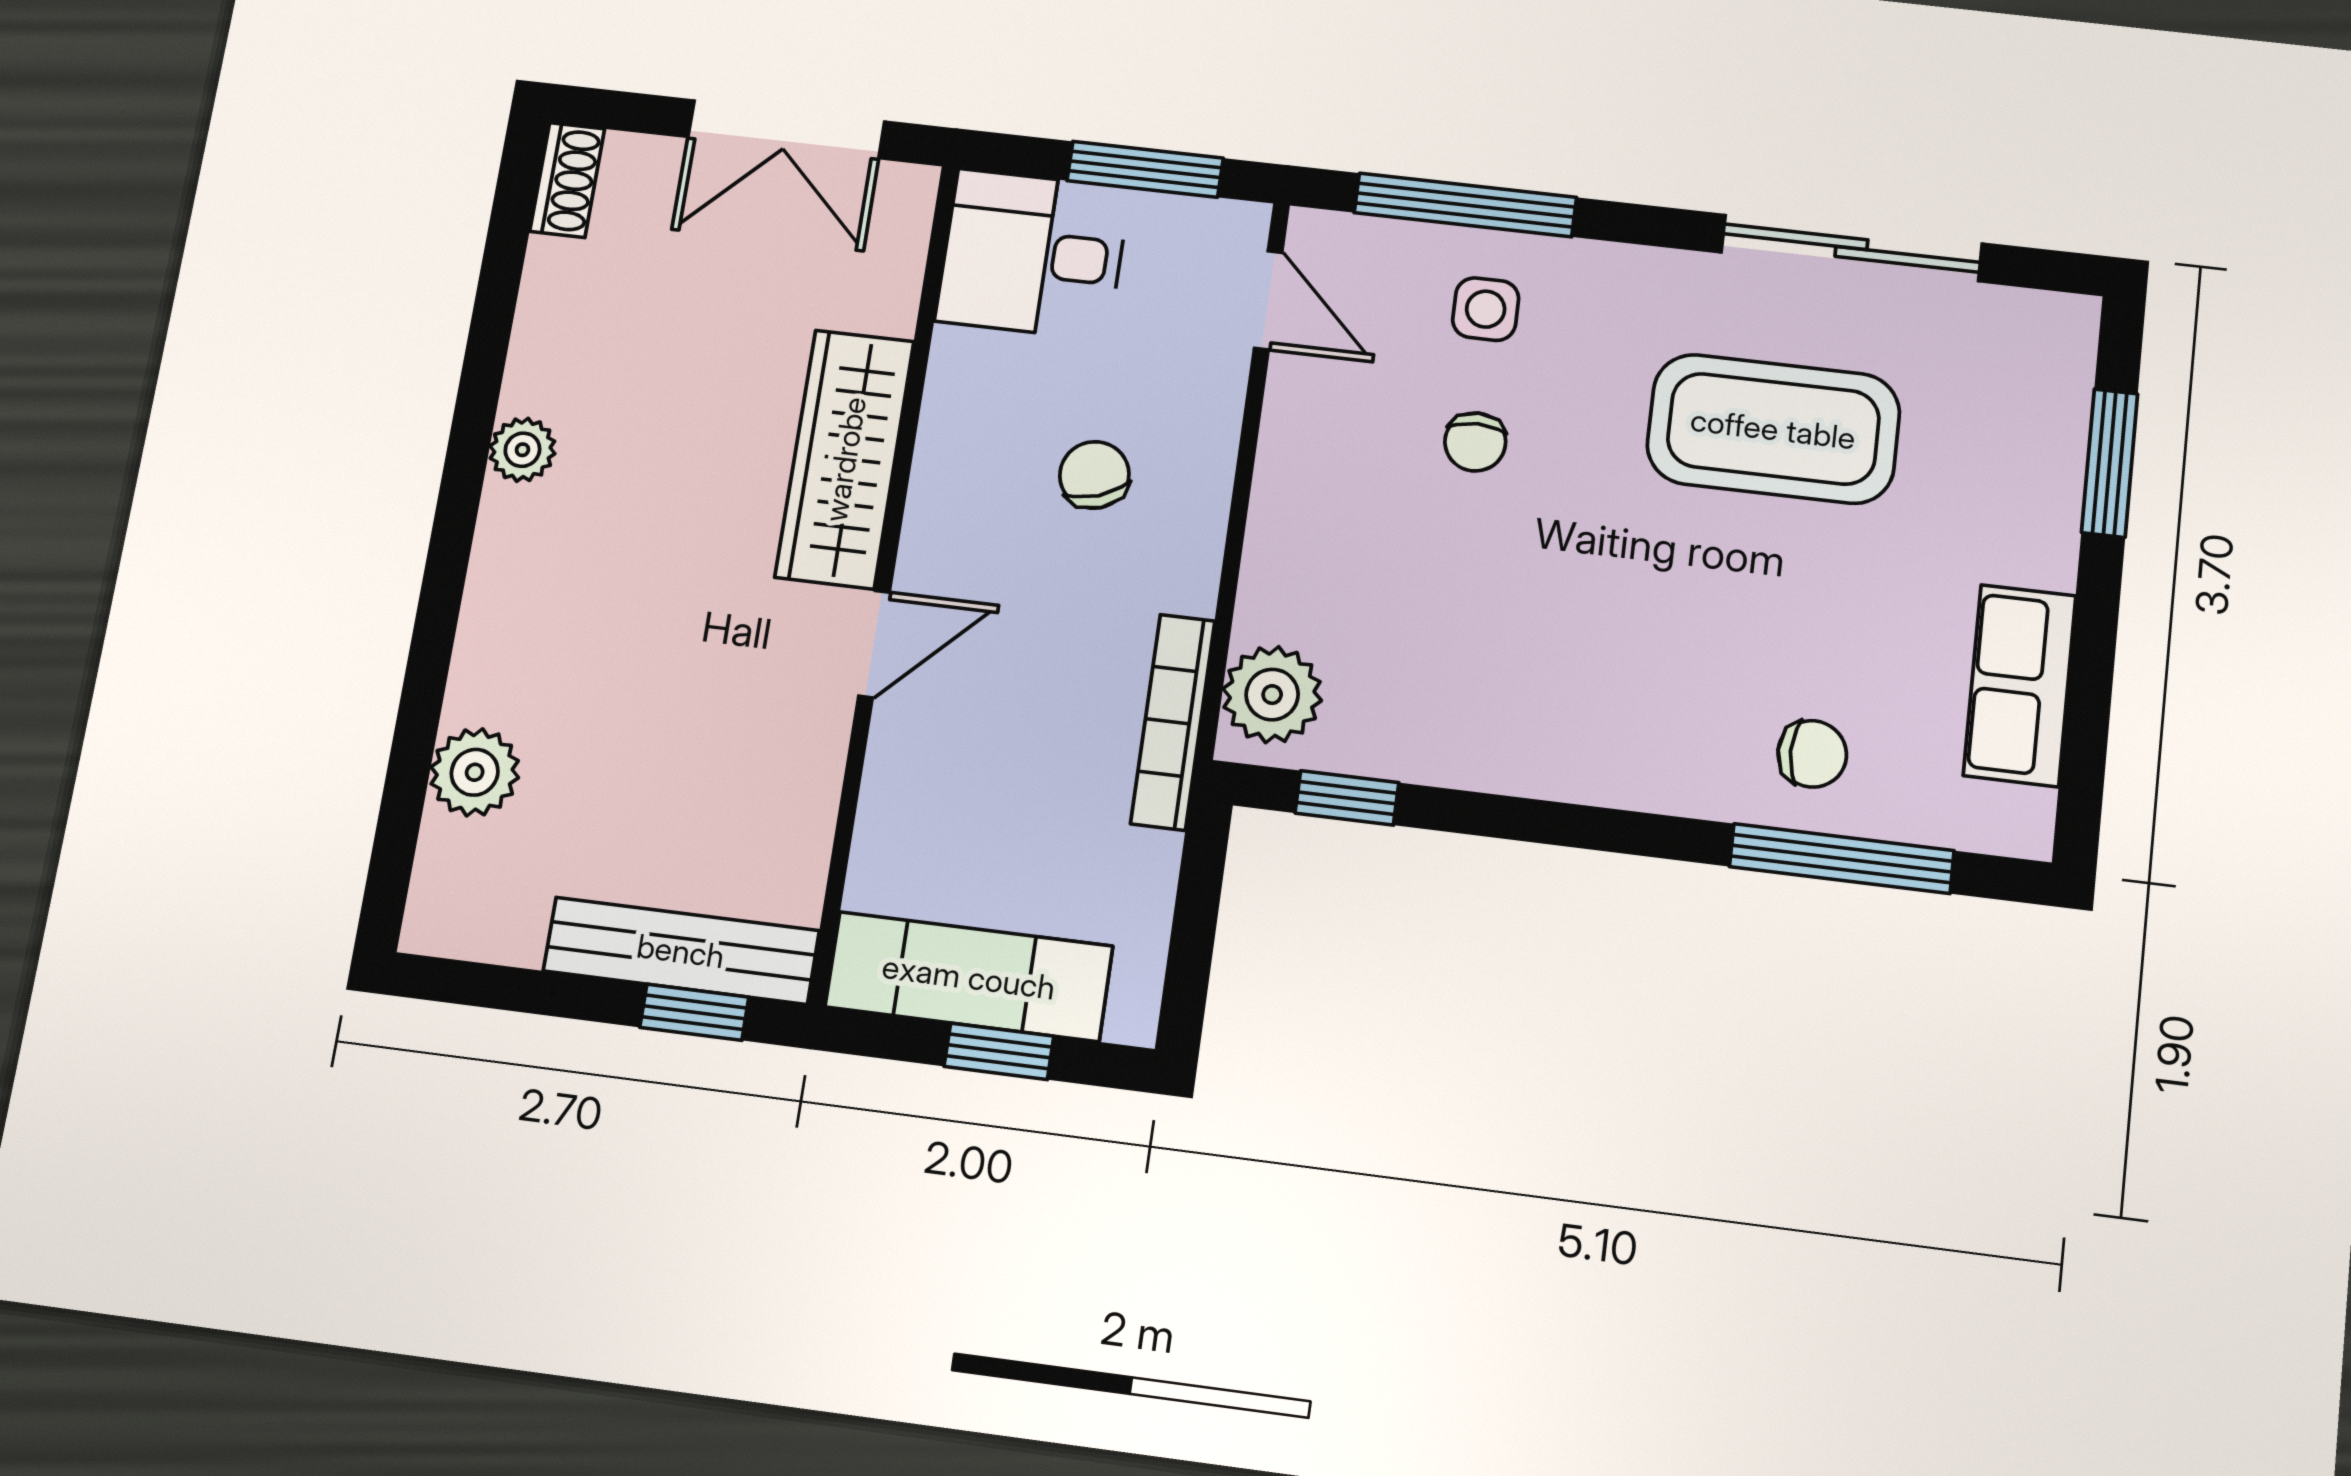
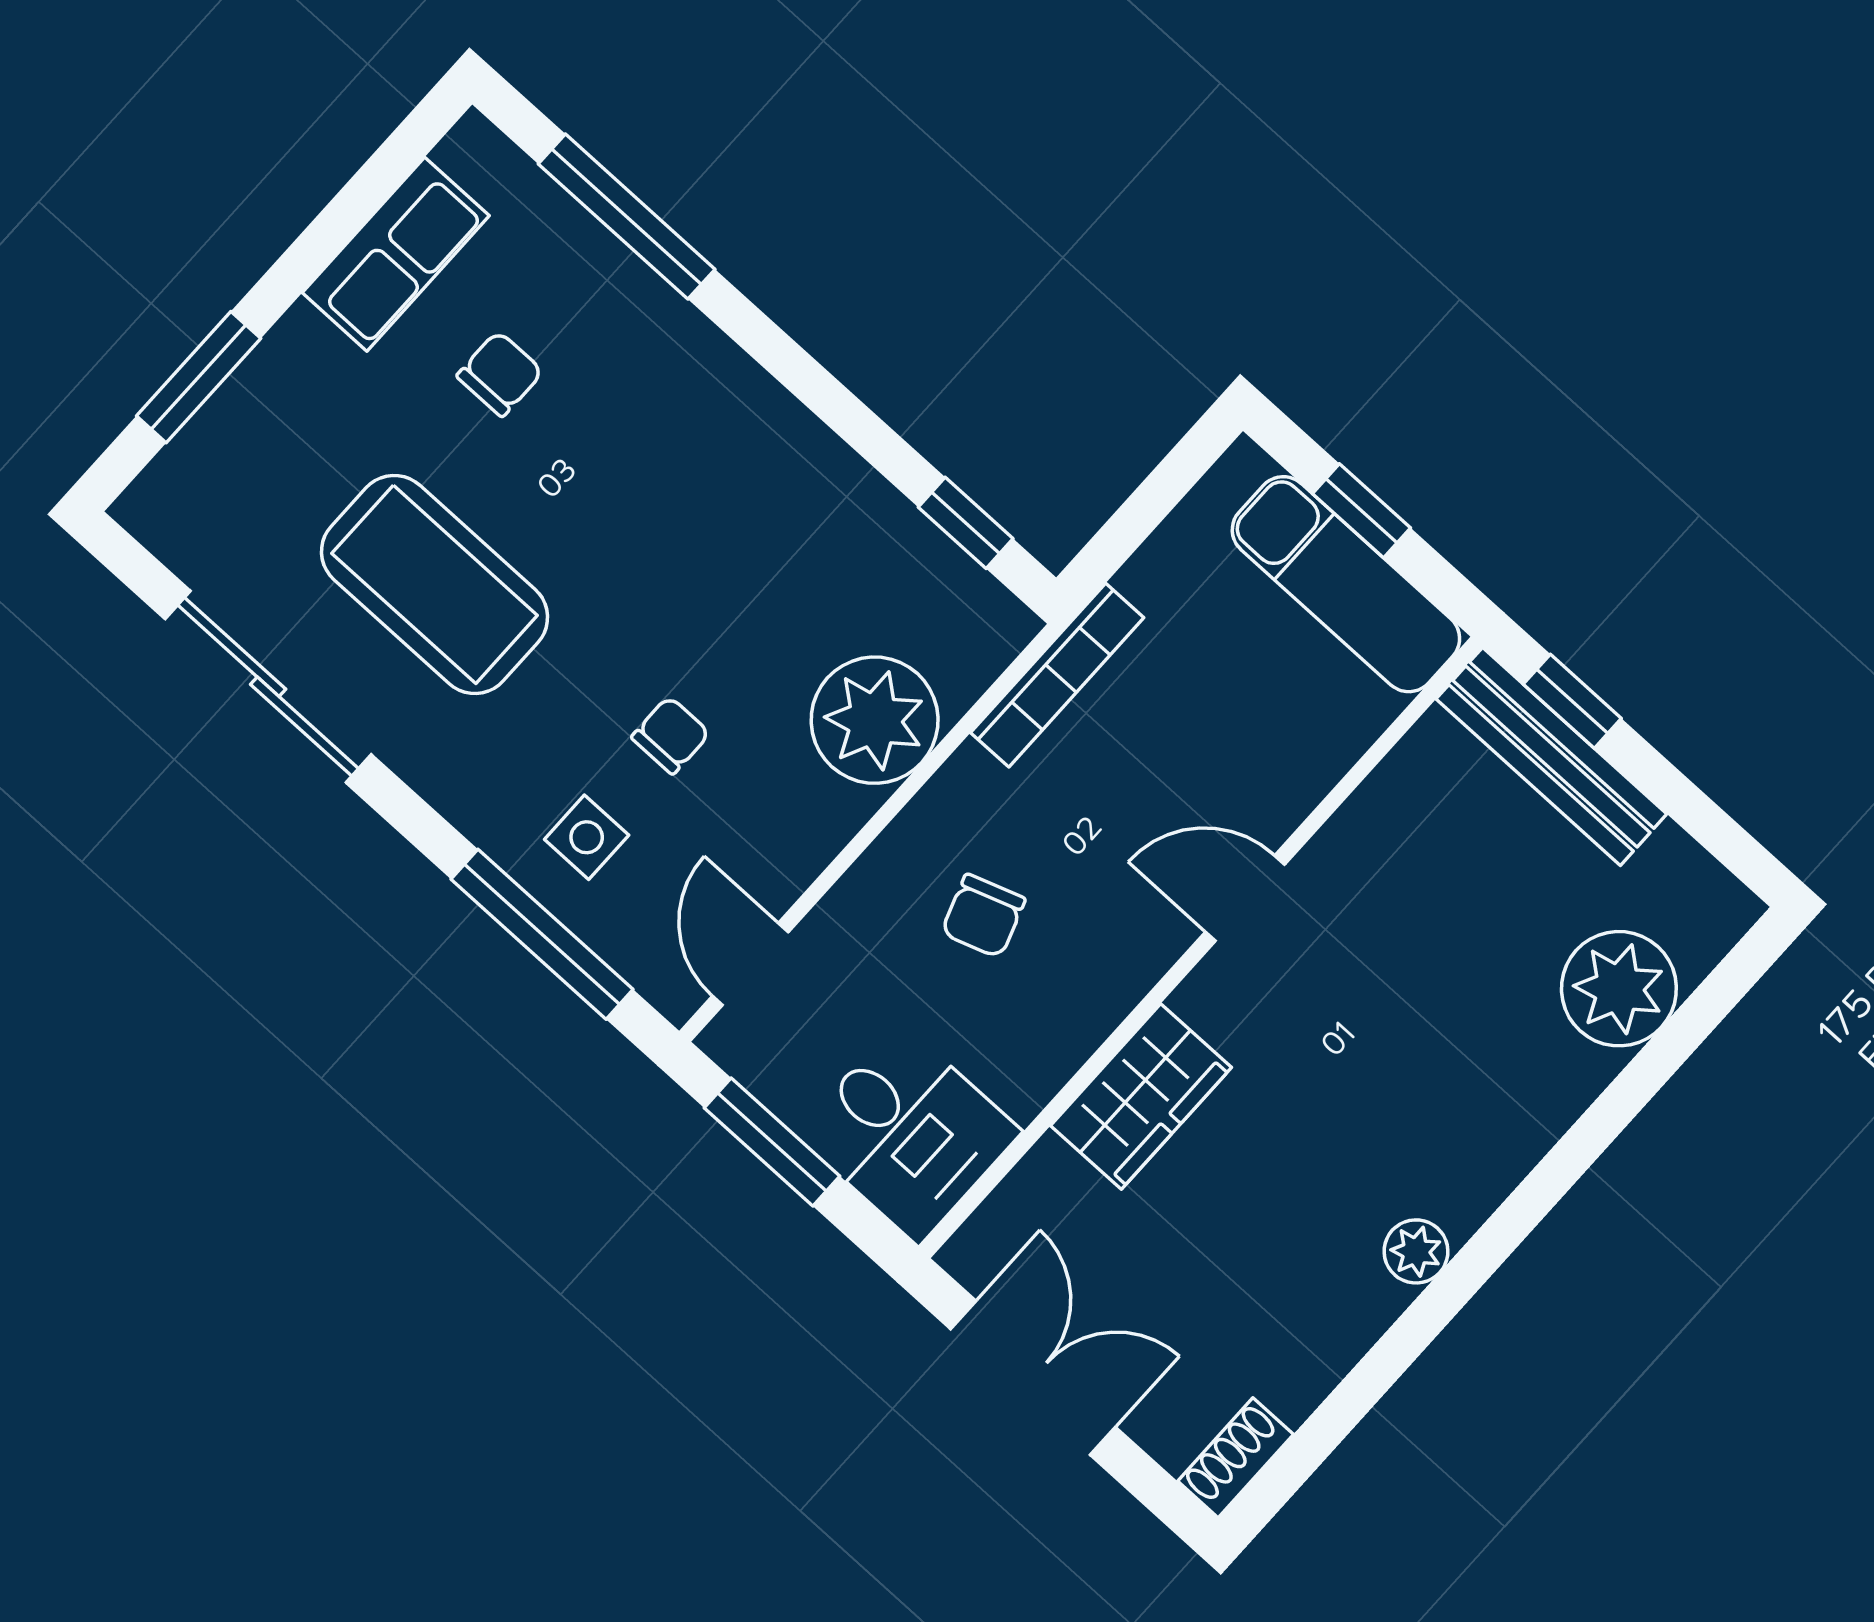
wardrobe: (845, 459) -> (1141, 1096), width x0.67
plant: (1272, 695) -> (875, 720), moved, width x1.36, depth x1.36
chair: (1812, 754) -> (500, 374), moved, turned 90
plant: (475, 772) -> (1619, 989), width x1.36, depth x1.36

